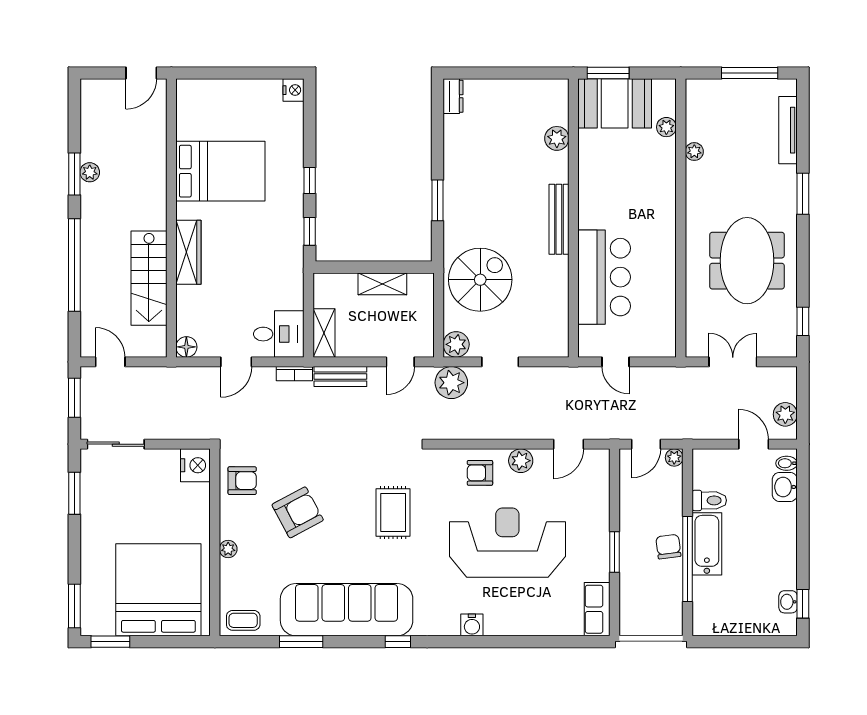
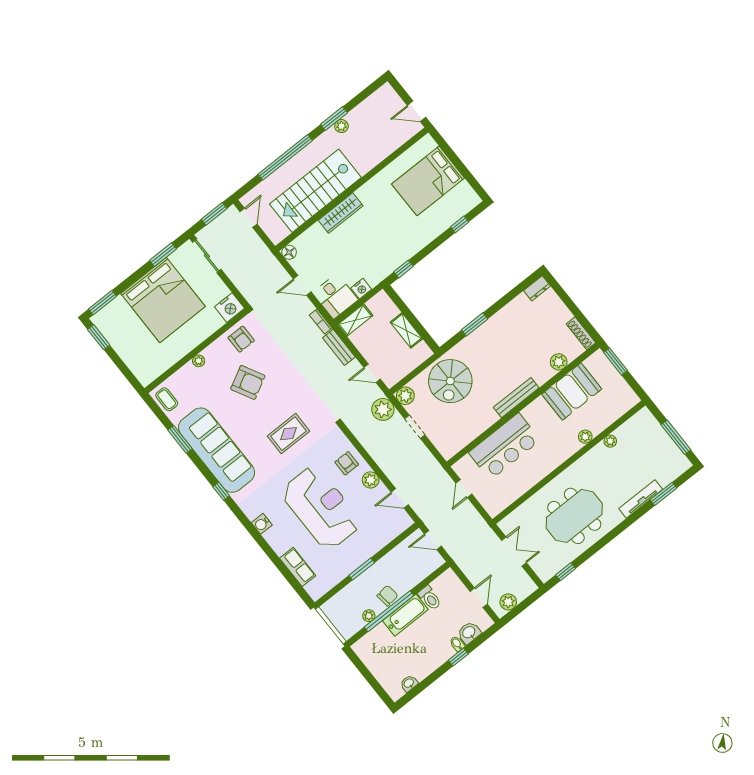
shoe rack: (544, 87) -> (581, 333), added
nightstand: (293, 90) -> (361, 289), moved
booth: (615, 103) -> (572, 392), moved, turned 90
plant: (666, 127) -> (585, 437), moved
tv unit: (788, 130) -> (641, 499), moved
bed: (220, 171) -> (428, 181), moved, turned 90
window: (310, 181) -> (460, 224), moved
window: (803, 194) -> (663, 494), moved
stairs: (149, 278) -> (315, 191), width x1.36, depth x1.51
spiral stairs: (480, 280) -> (450, 381), turned 90
plant: (674, 458) -> (369, 616), moved
bidet: (787, 463) -> (457, 644), moved
bed: (158, 590) -> (163, 300), moved, turned 90
window: (803, 604) -> (458, 657), moved
row of seats: (597, 609) -> (298, 567), moved, turned 90

